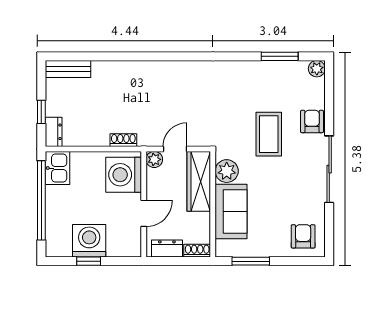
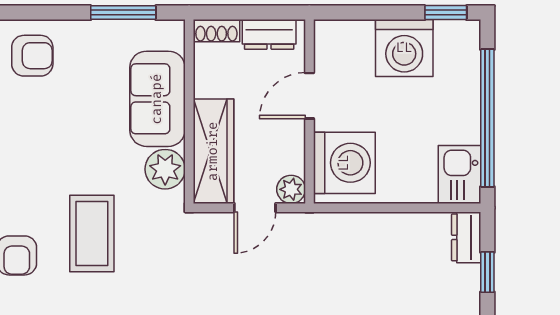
shoe rack: (123, 140) -> (345, 223), removed
armchair: (303, 236) -> (32, 56), turned -90
window: (89, 261) -> (446, 13), moved

